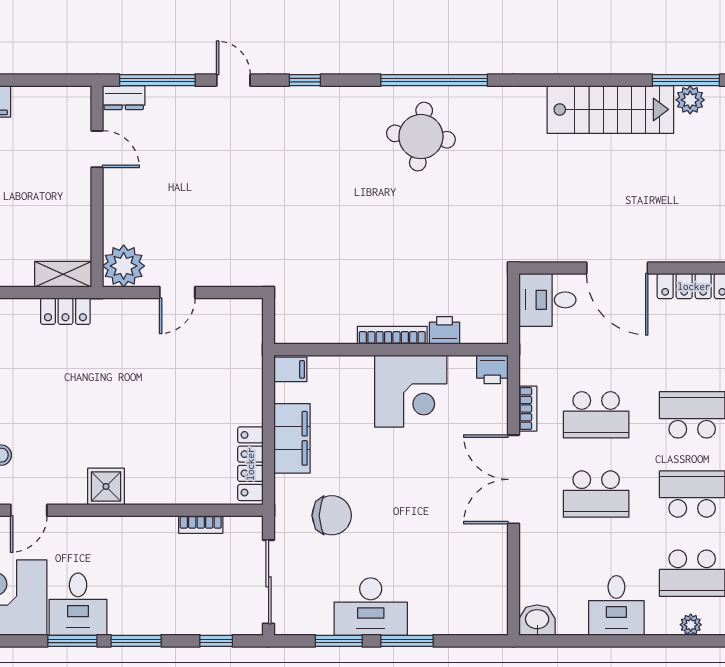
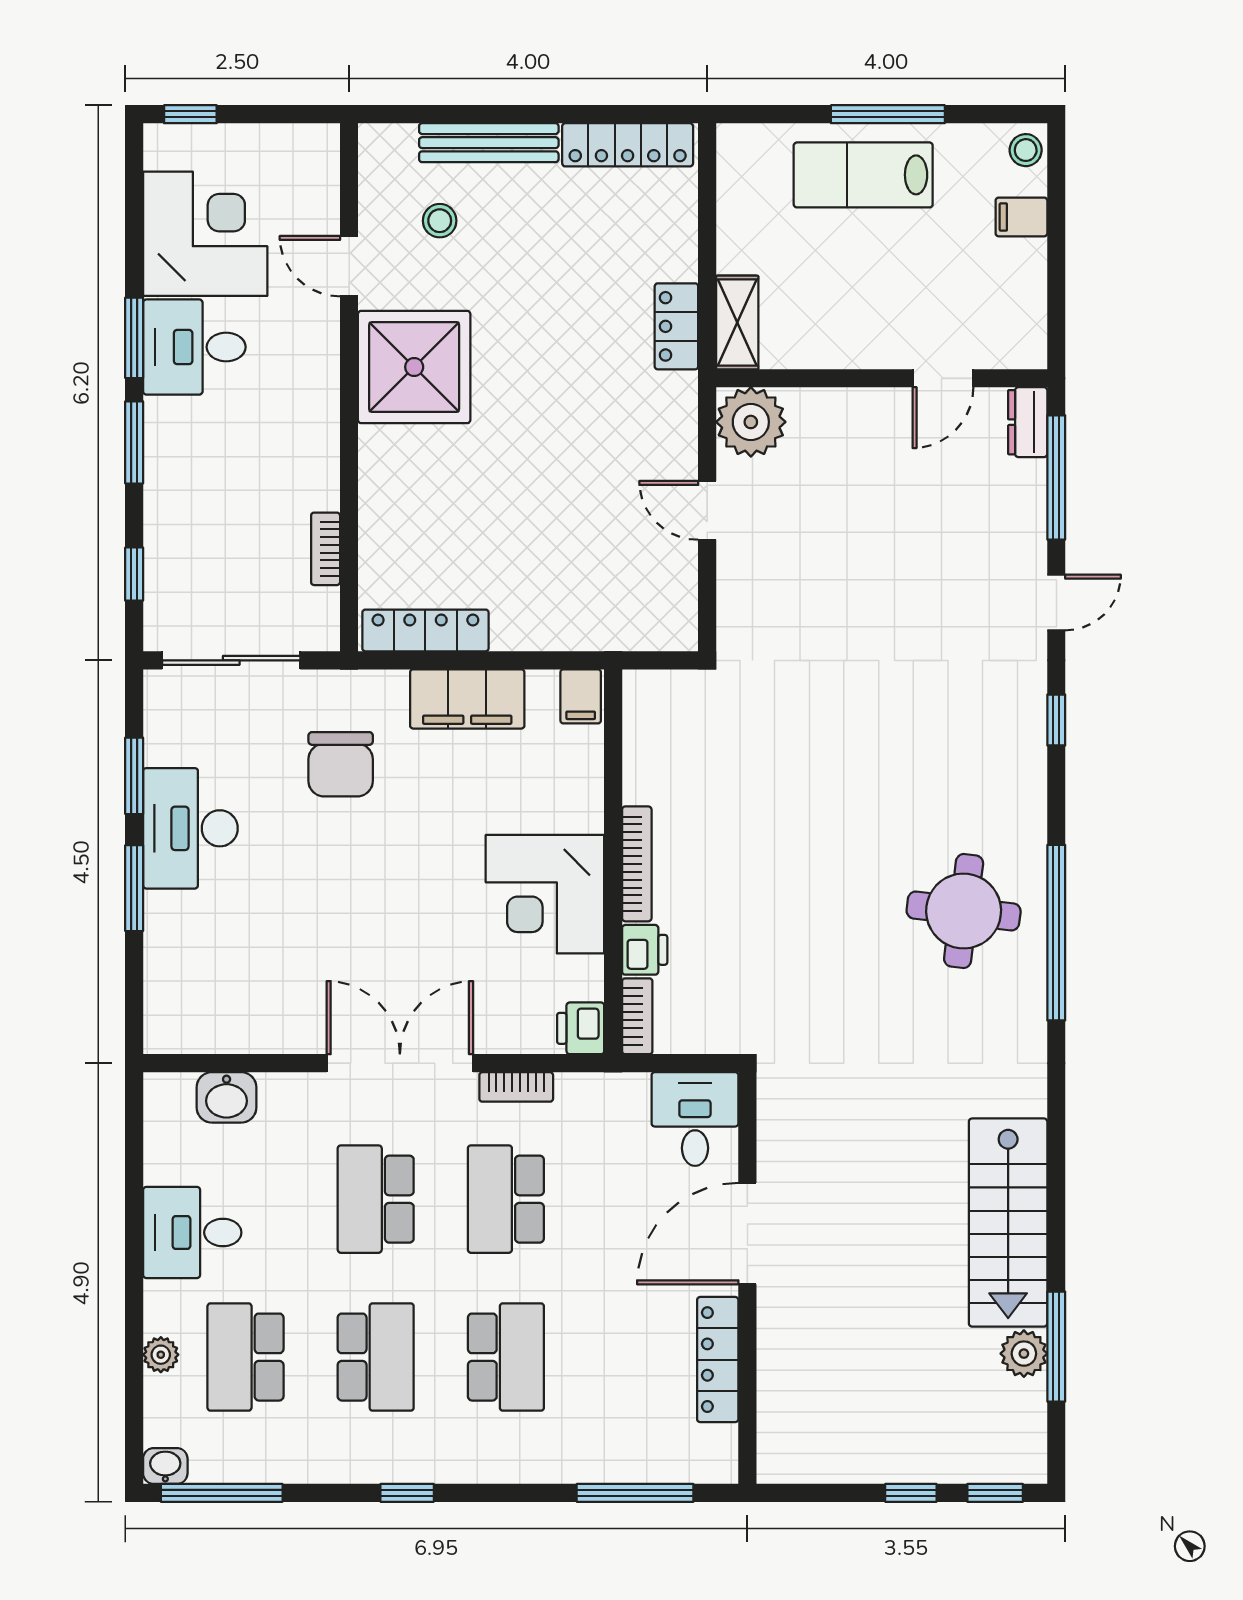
bookcase: (485, 335) -> (637, 1016), added
shower: (106, 486) -> (414, 367), width x1.86, depth x1.86
washbasin: (537, 620) -> (227, 1097), moved, turned 90

